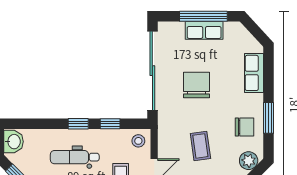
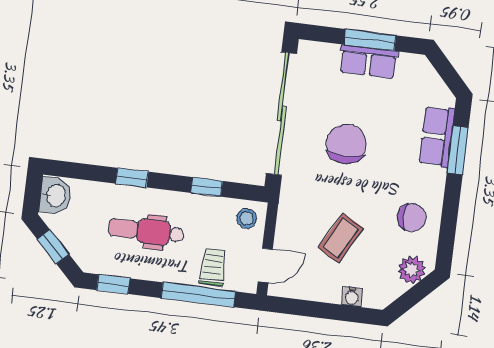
window: (203, 16) -> (370, 40), width x0.69
window: (269, 118) -> (458, 150), moved
window: (78, 124) -> (132, 178), moved
coffee table: (200, 146) -> (341, 238), turned 37

